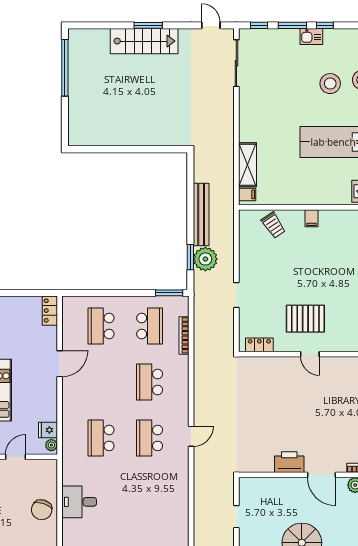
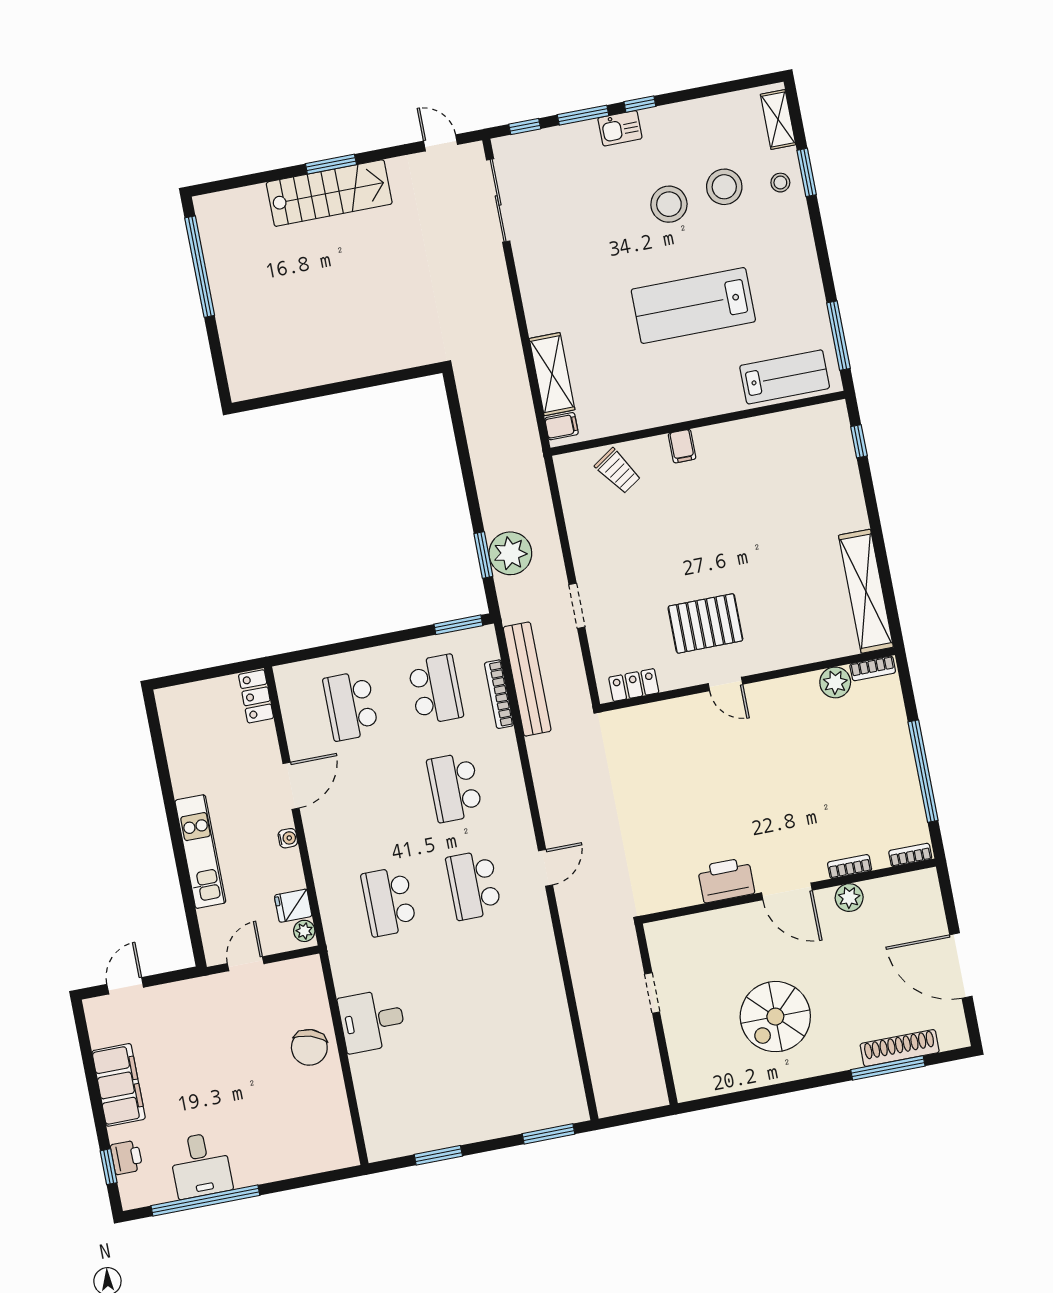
bench: (201, 214) -> (527, 679), moved
water cooler: (52, 392) -> (288, 838), added

